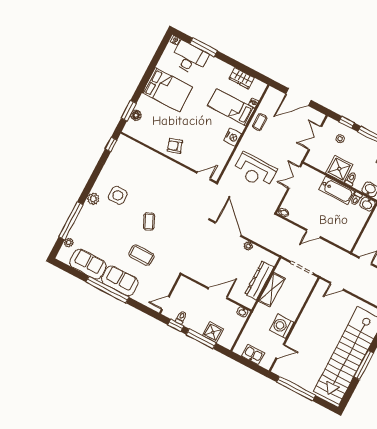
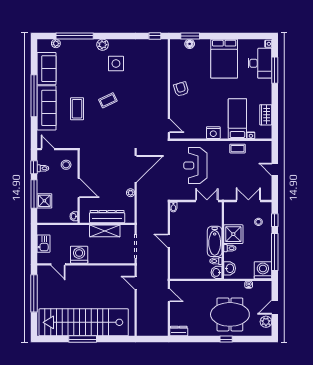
door: (298, 97) -> (275, 170), width x0.53
sofa: (120, 281) -> (46, 108), width x1.36
stool: (189, 294) -> (66, 165), added

